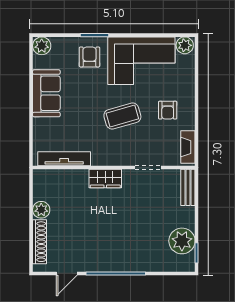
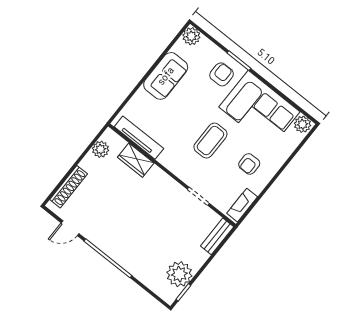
coffee table: (122, 116) -> (210, 141), turned -74
wardrobe: (105, 179) -> (136, 160), moved
plant: (41, 210) -> (100, 149), moved

